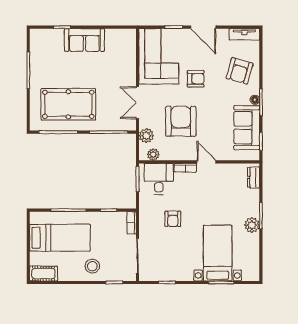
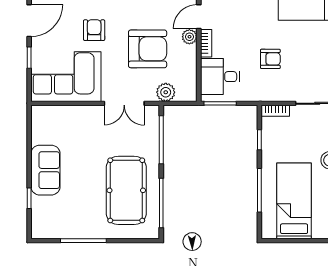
armchair: (181, 121) -> (148, 49), turned 180
plant: (153, 155) -> (189, 37), moved

